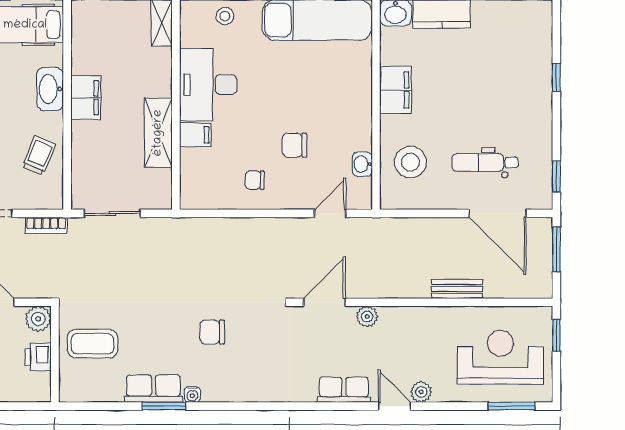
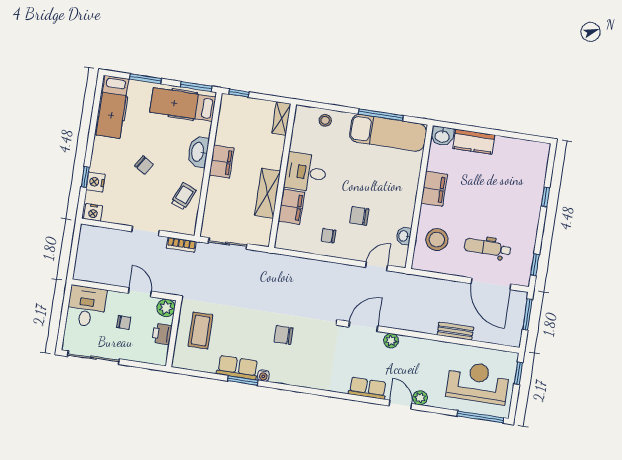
desk: (208, 85) -> (306, 172), width x0.73
filing cabinet: (195, 135) -> (291, 207), width x2.00
coffee table: (92, 344) -> (200, 330), turned 90
window: (512, 406) -> (480, 417), width x1.44

